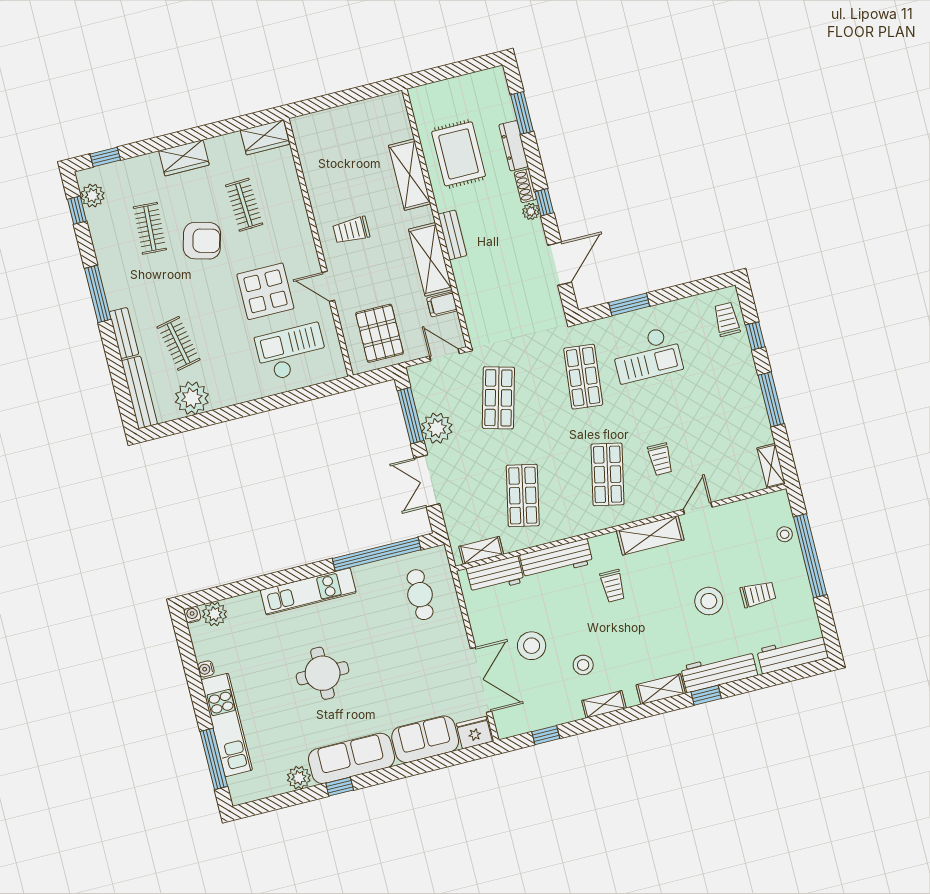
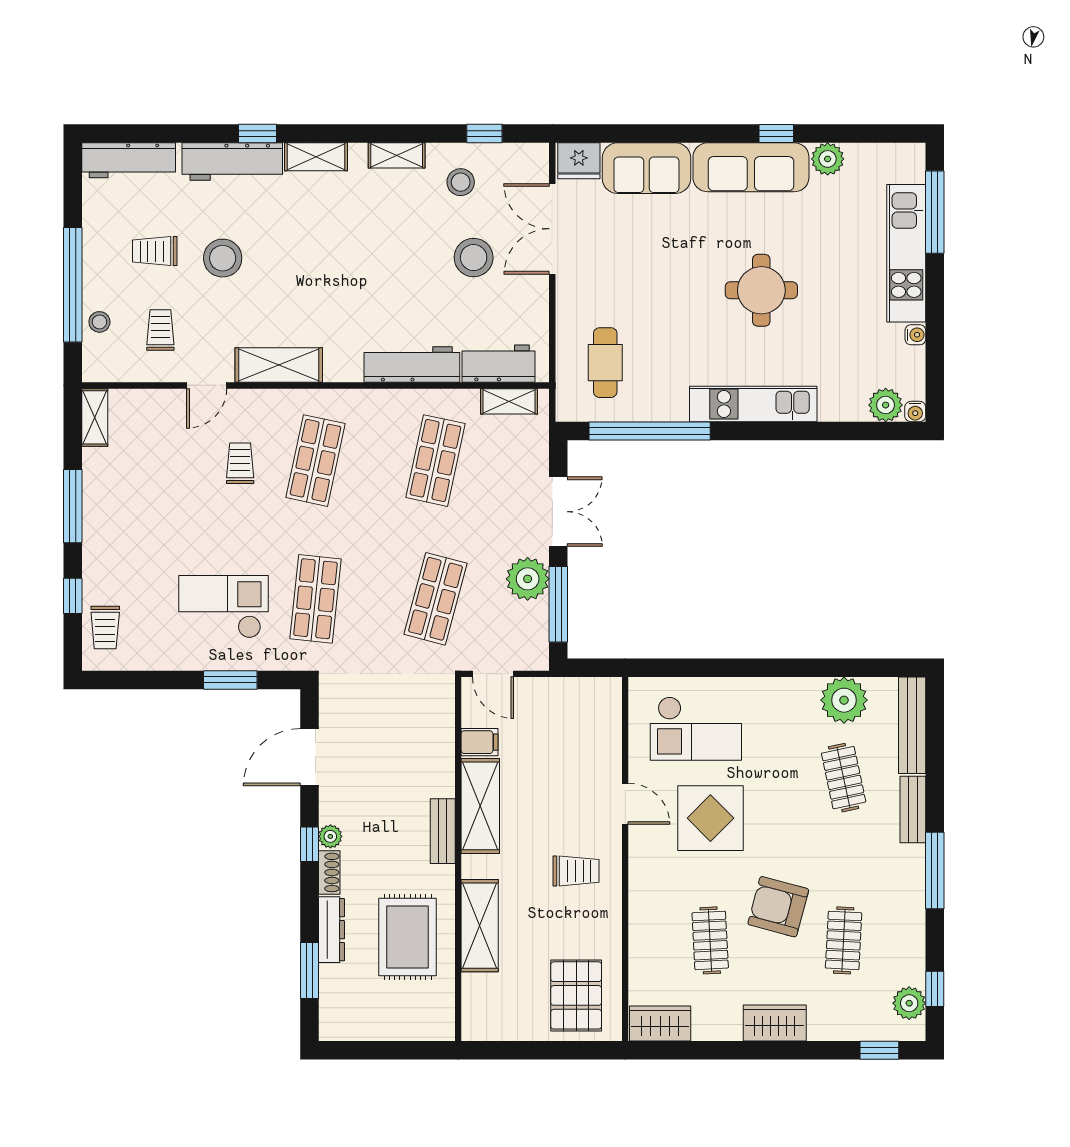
pallet: (380, 333) -> (576, 995), moved
trolley: (613, 586) -> (160, 330), moved
stool: (583, 665) -> (461, 182), moved

